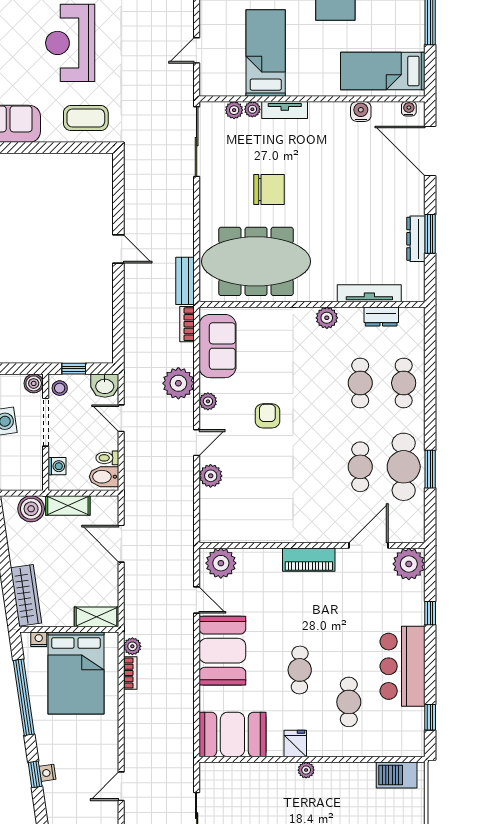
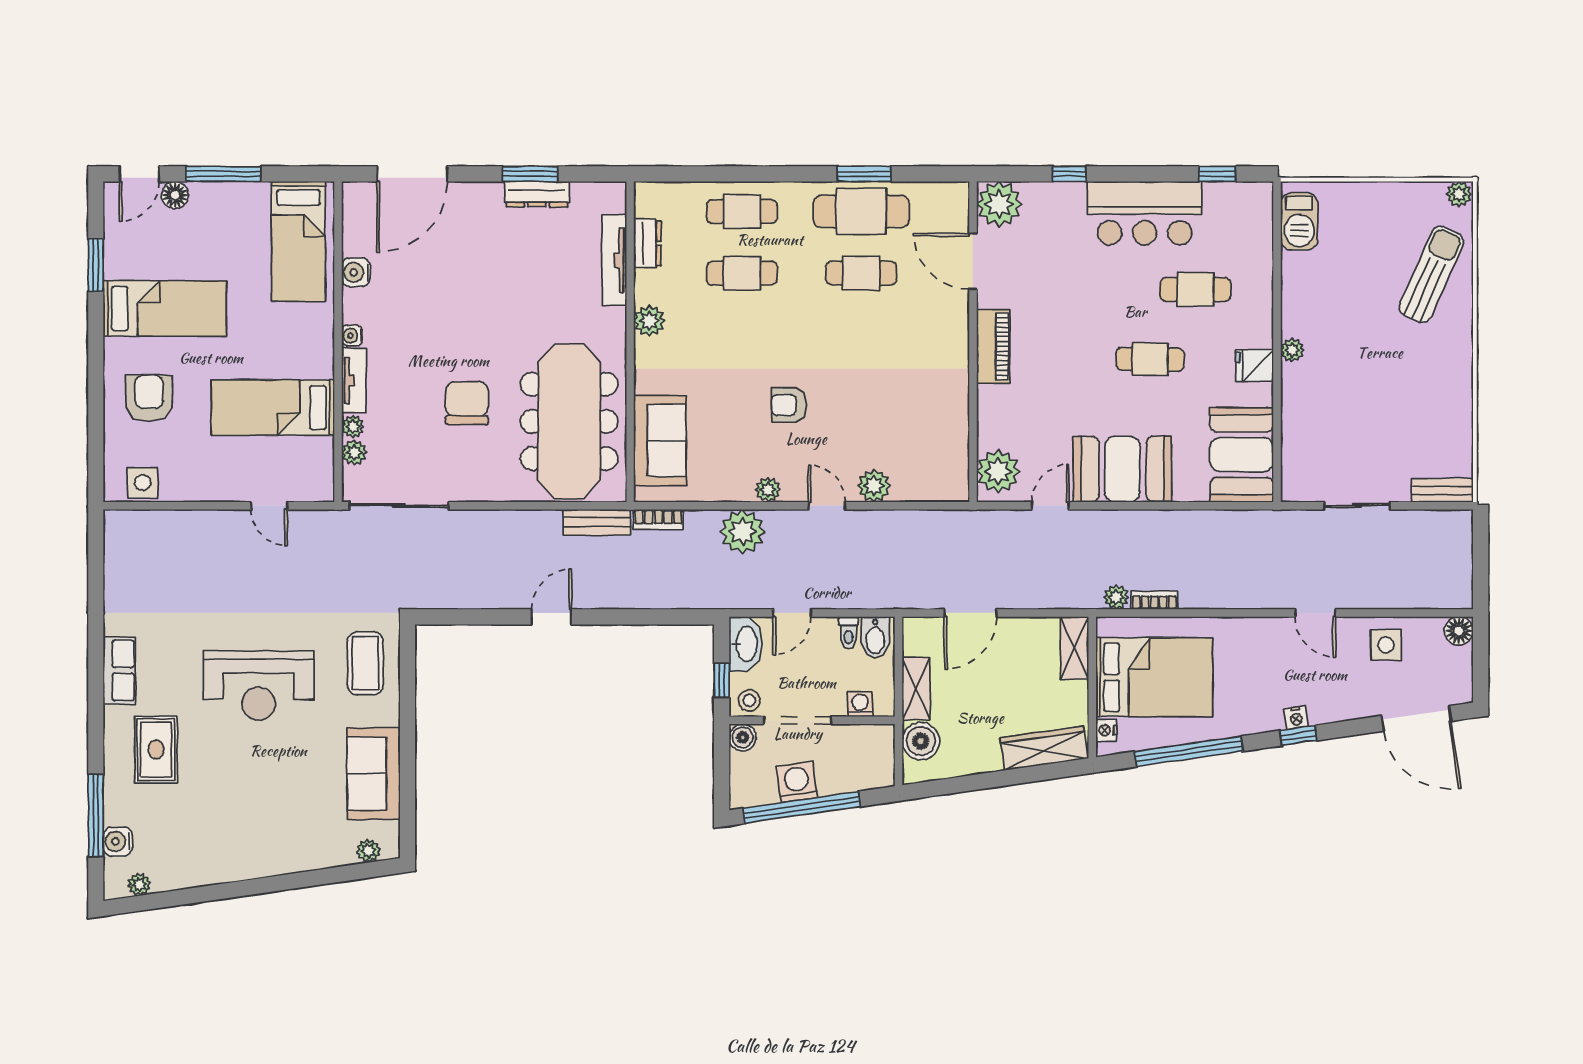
water cooler: (409, 109) -> (352, 336), moved
sofa: (218, 346) -> (660, 441), moved, turned 90
washbasin: (105, 386) -> (746, 644), width x1.38

